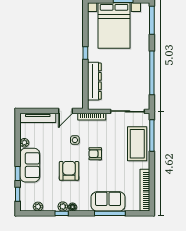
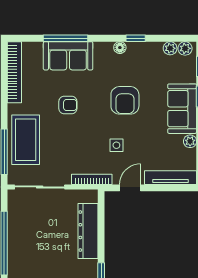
armchair: (95, 154) -> (68, 105), moved
plant: (63, 206) -> (185, 48), moved

